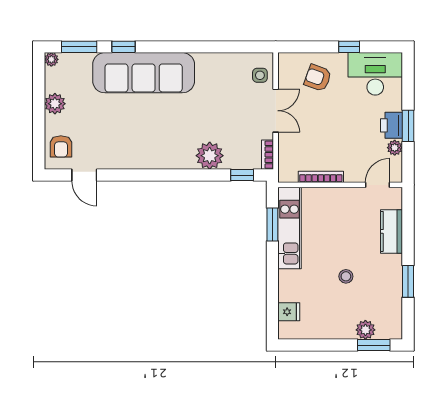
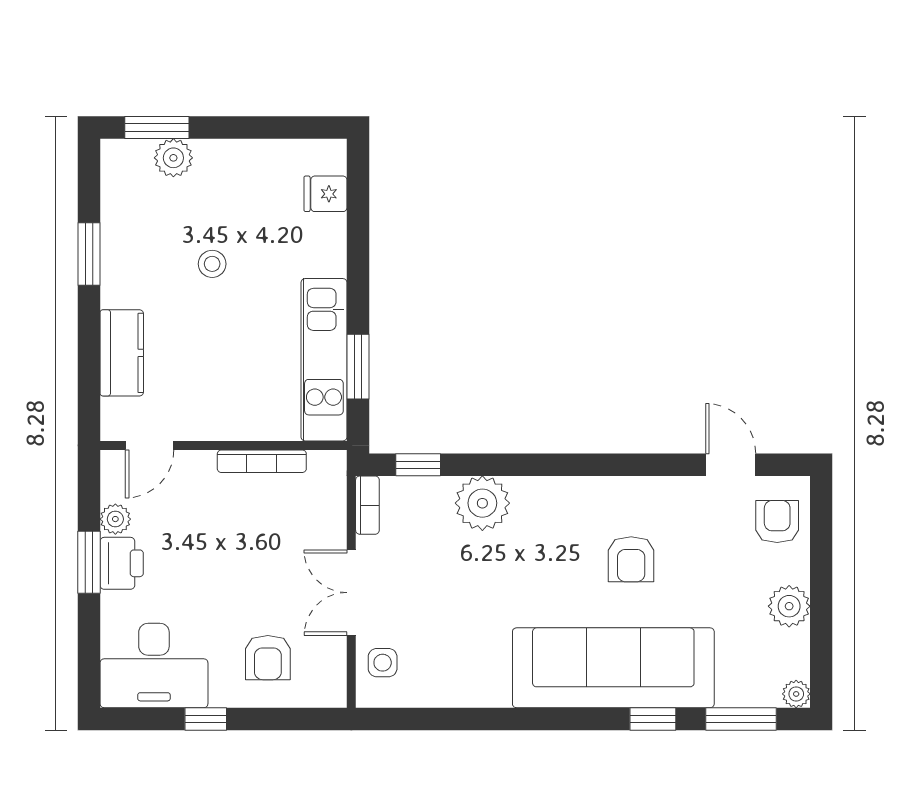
armchair: (318, 78) -> (268, 658), turned 70
armchair: (135, 127) -> (631, 559), added

